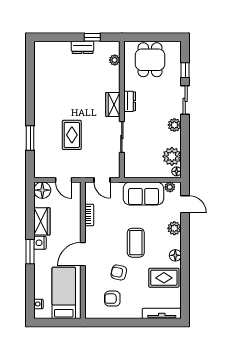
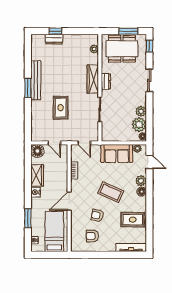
window: (92, 37) -> (55, 31), moved
window: (158, 37) -> (128, 31), added
dresser: (83, 47) -> (54, 39), moved
dining table: (150, 60) -> (122, 49), width x1.38
window: (185, 70) -> (149, 46), moved
bench: (40, 100) -> (36, 80), added
wardrobe: (113, 104) -> (93, 79), width x1.50
plant: (174, 125) -> (141, 111), moved
window: (30, 138) -> (28, 88), moved
coffee table: (136, 243) -> (111, 192), turned -66
window: (30, 252) -> (28, 218), moved
floor lamp: (175, 255) -> (142, 192), moved

